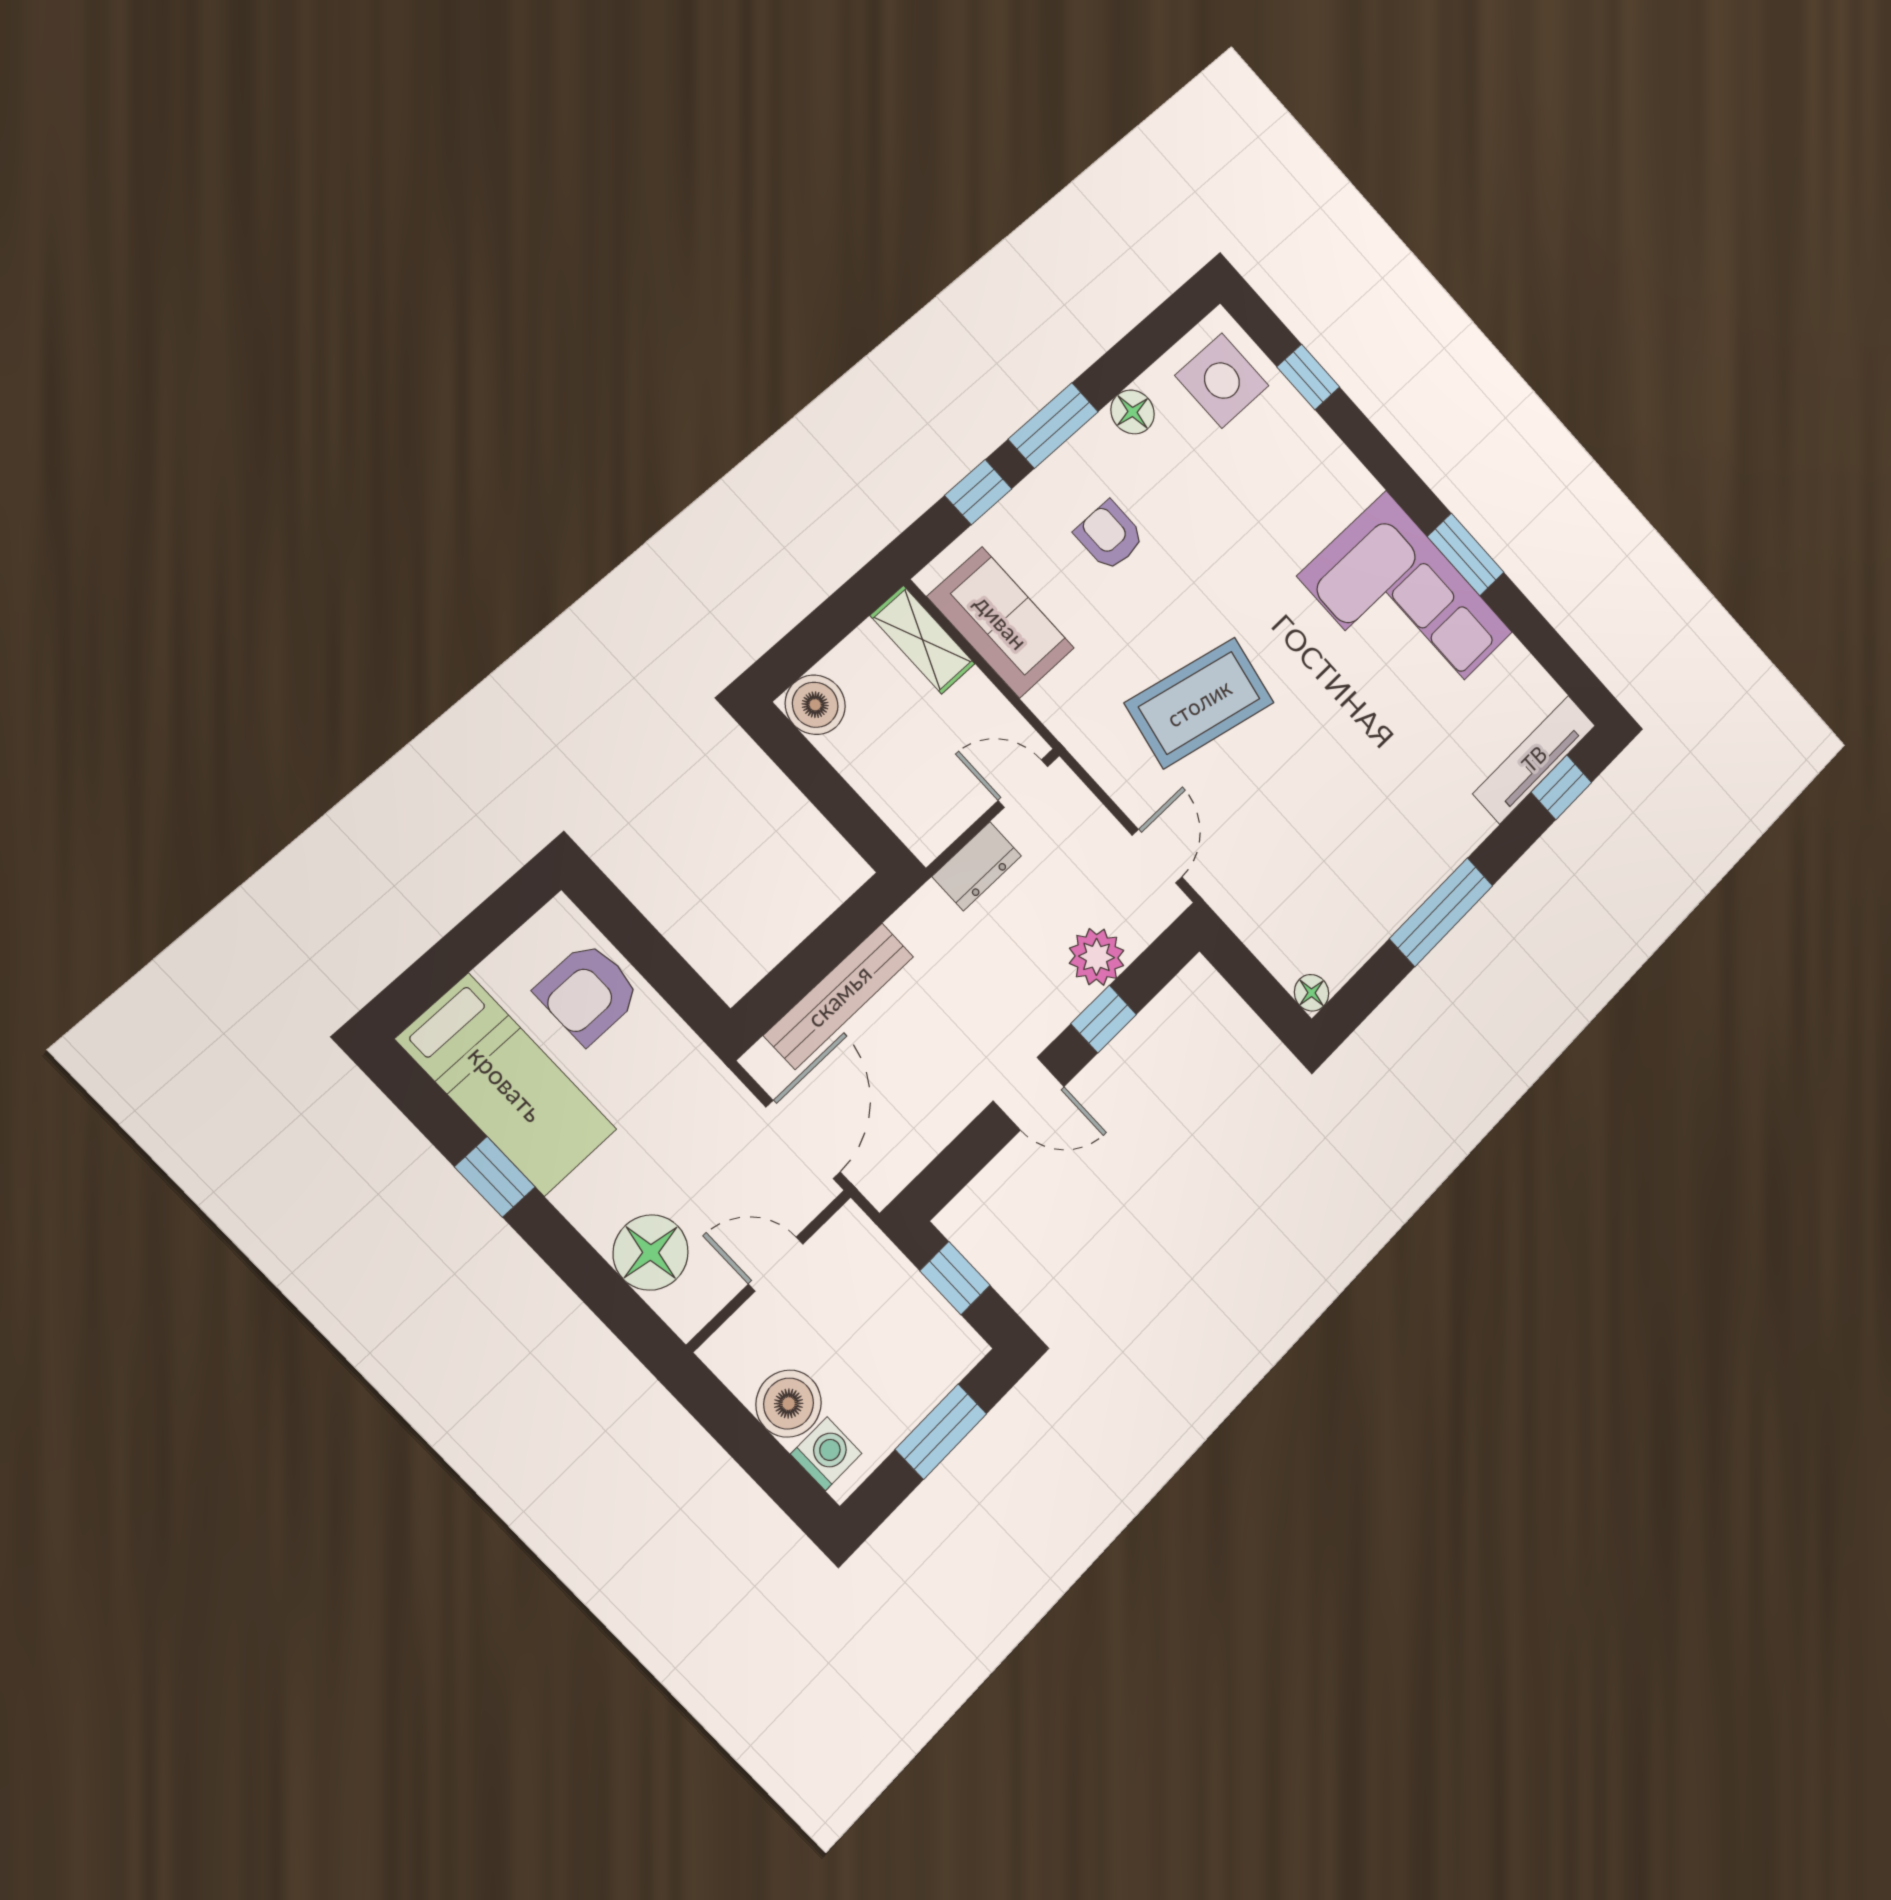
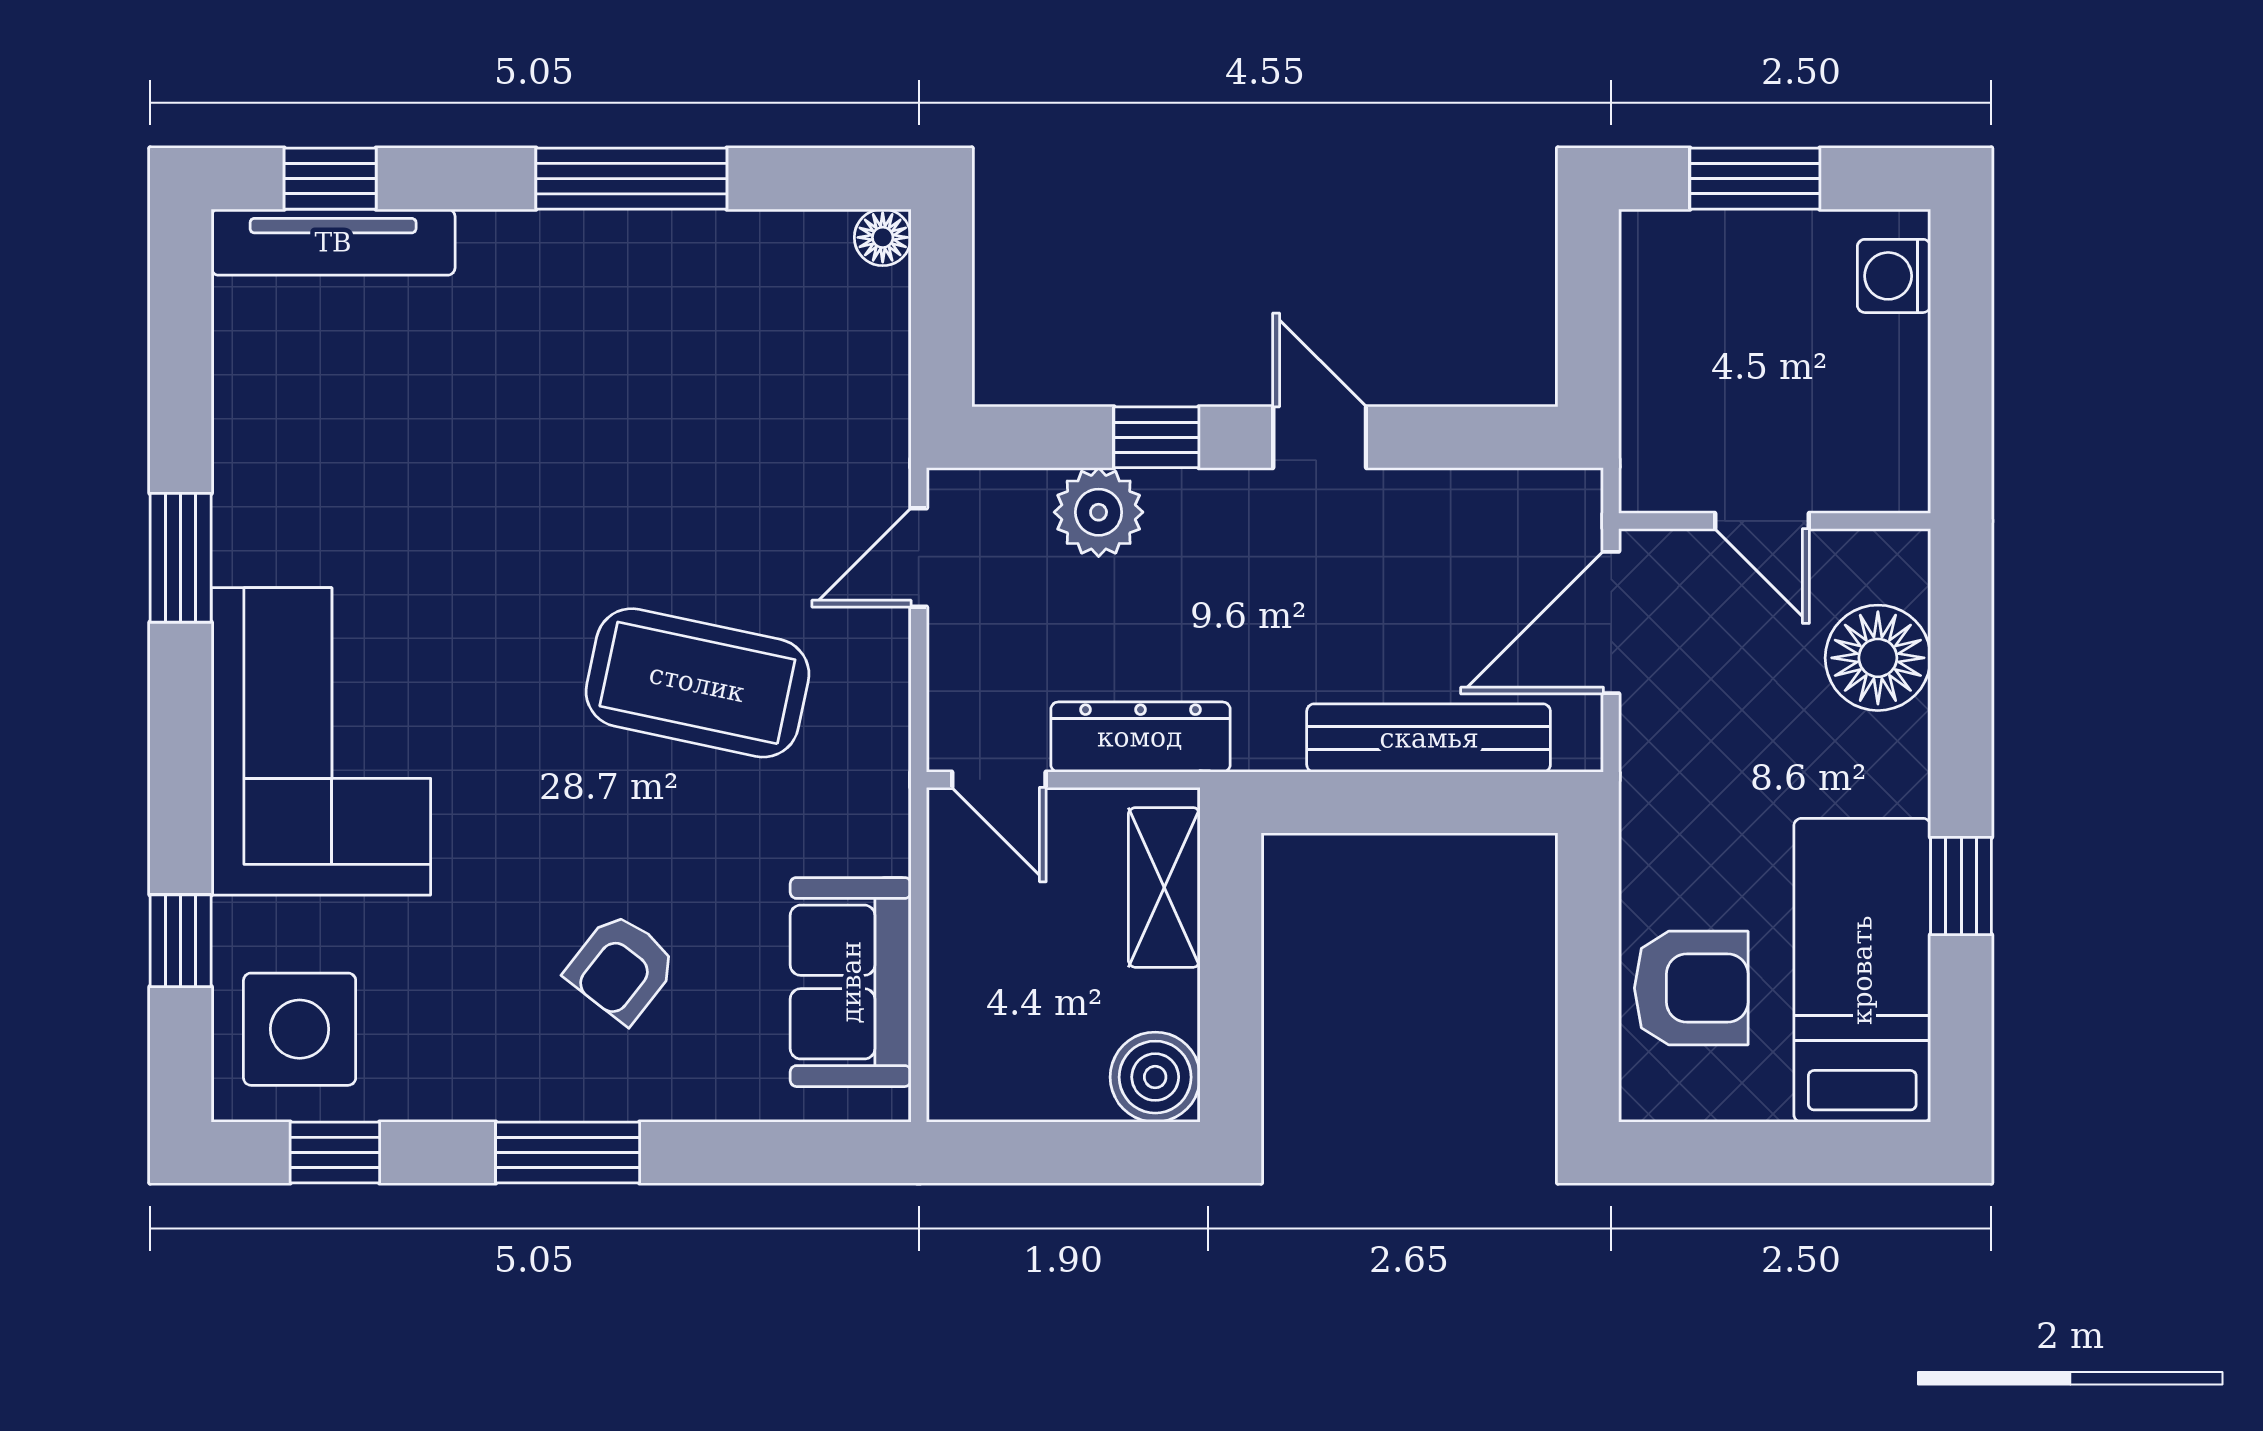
floor lamp: (1132, 412) -> (452, 1086), removed
window: (978, 492) -> (335, 1152), moved
armchair: (1110, 536) -> (621, 968), turned 38
corner sofa: (1405, 604) -> (321, 741), moved
shelving: (923, 640) -> (1164, 887), moved
dresser: (977, 866) -> (1140, 737), width x1.44
window: (955, 1278) -> (1588, 322), removed
boiler: (789, 1404) -> (1884, 365), removed

